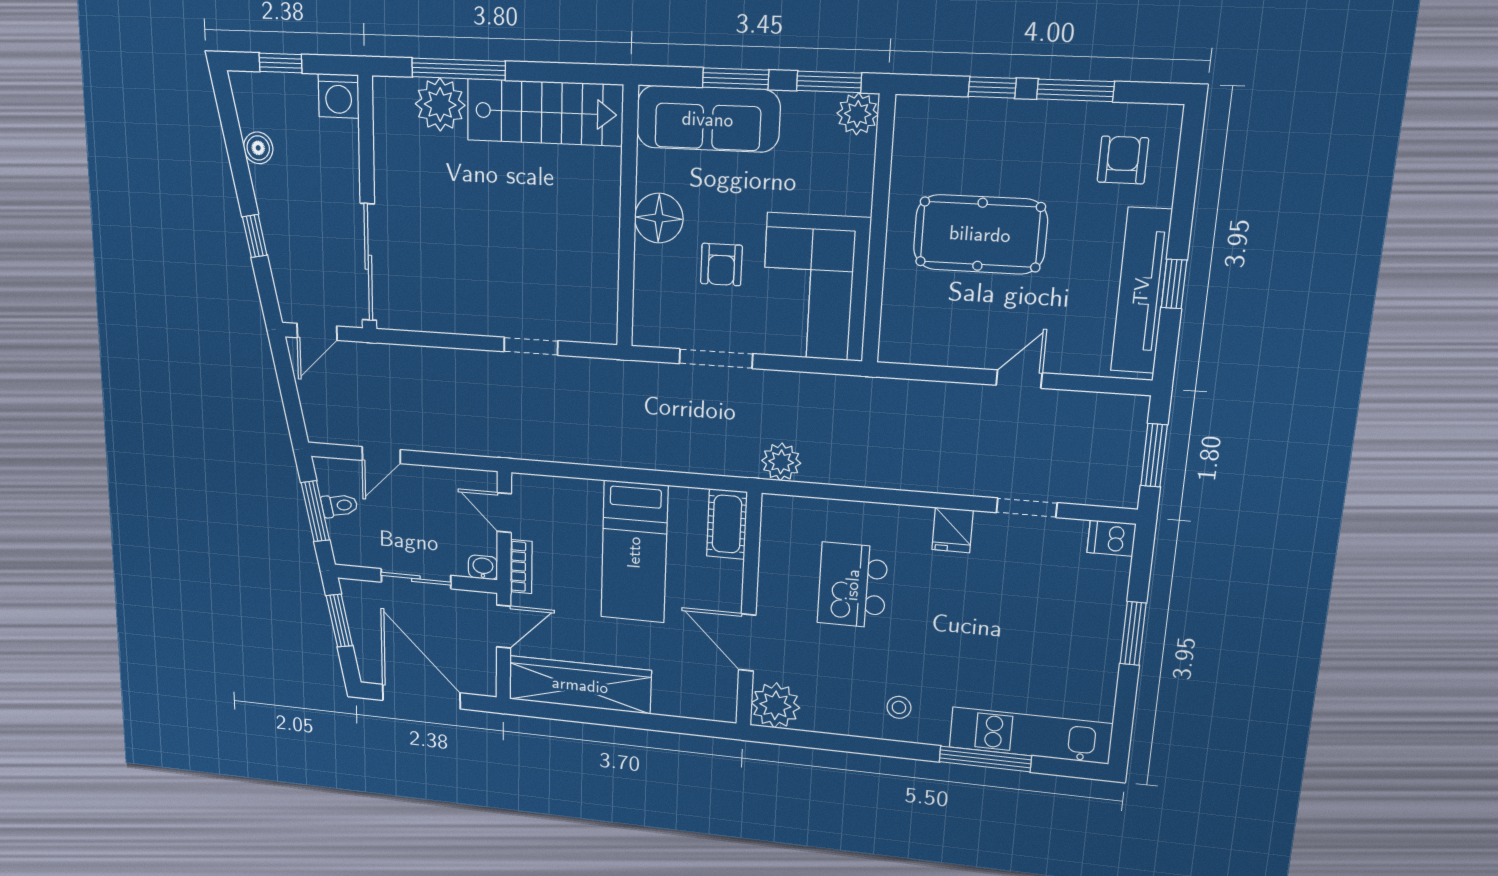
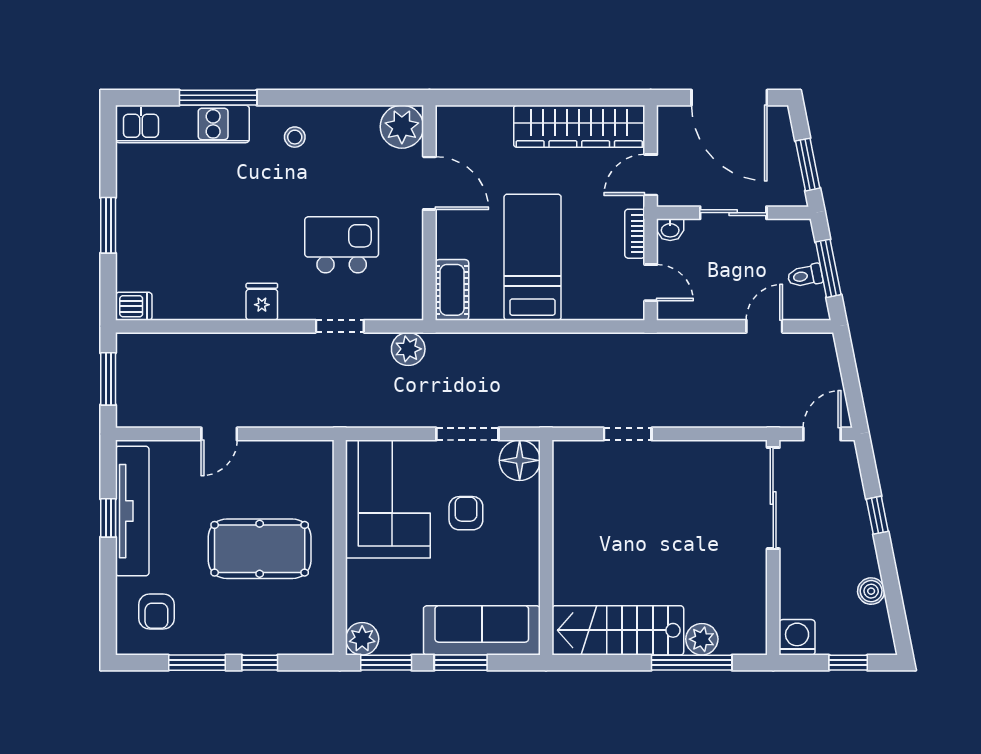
plant: (440, 105) -> (702, 639), width x0.73, depth x0.73
floor lamp: (659, 218) -> (520, 460), moved
doorway: (1027, 508) -> (340, 326), moved
kitchen island: (852, 585) -> (342, 245), turned -90

